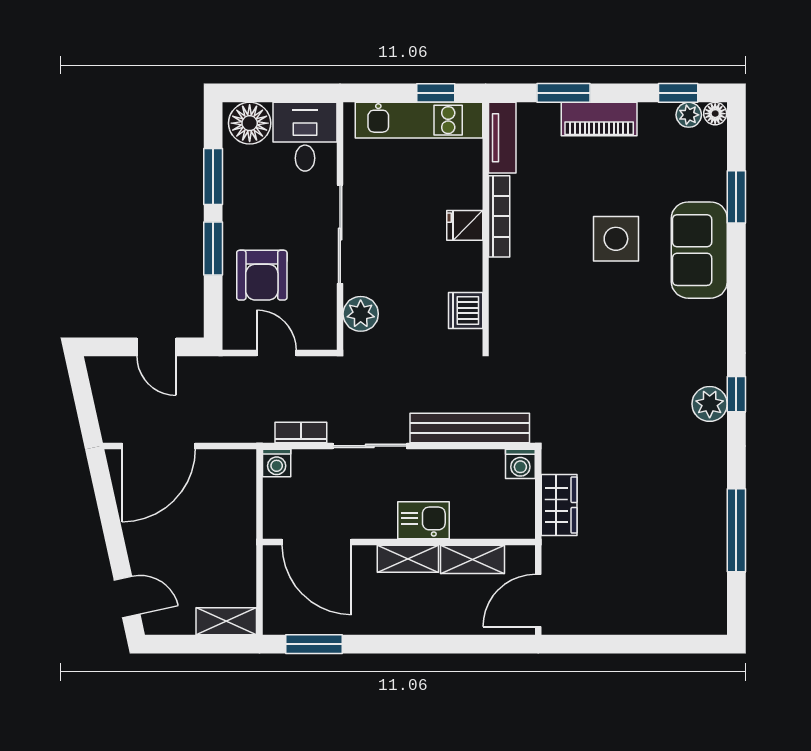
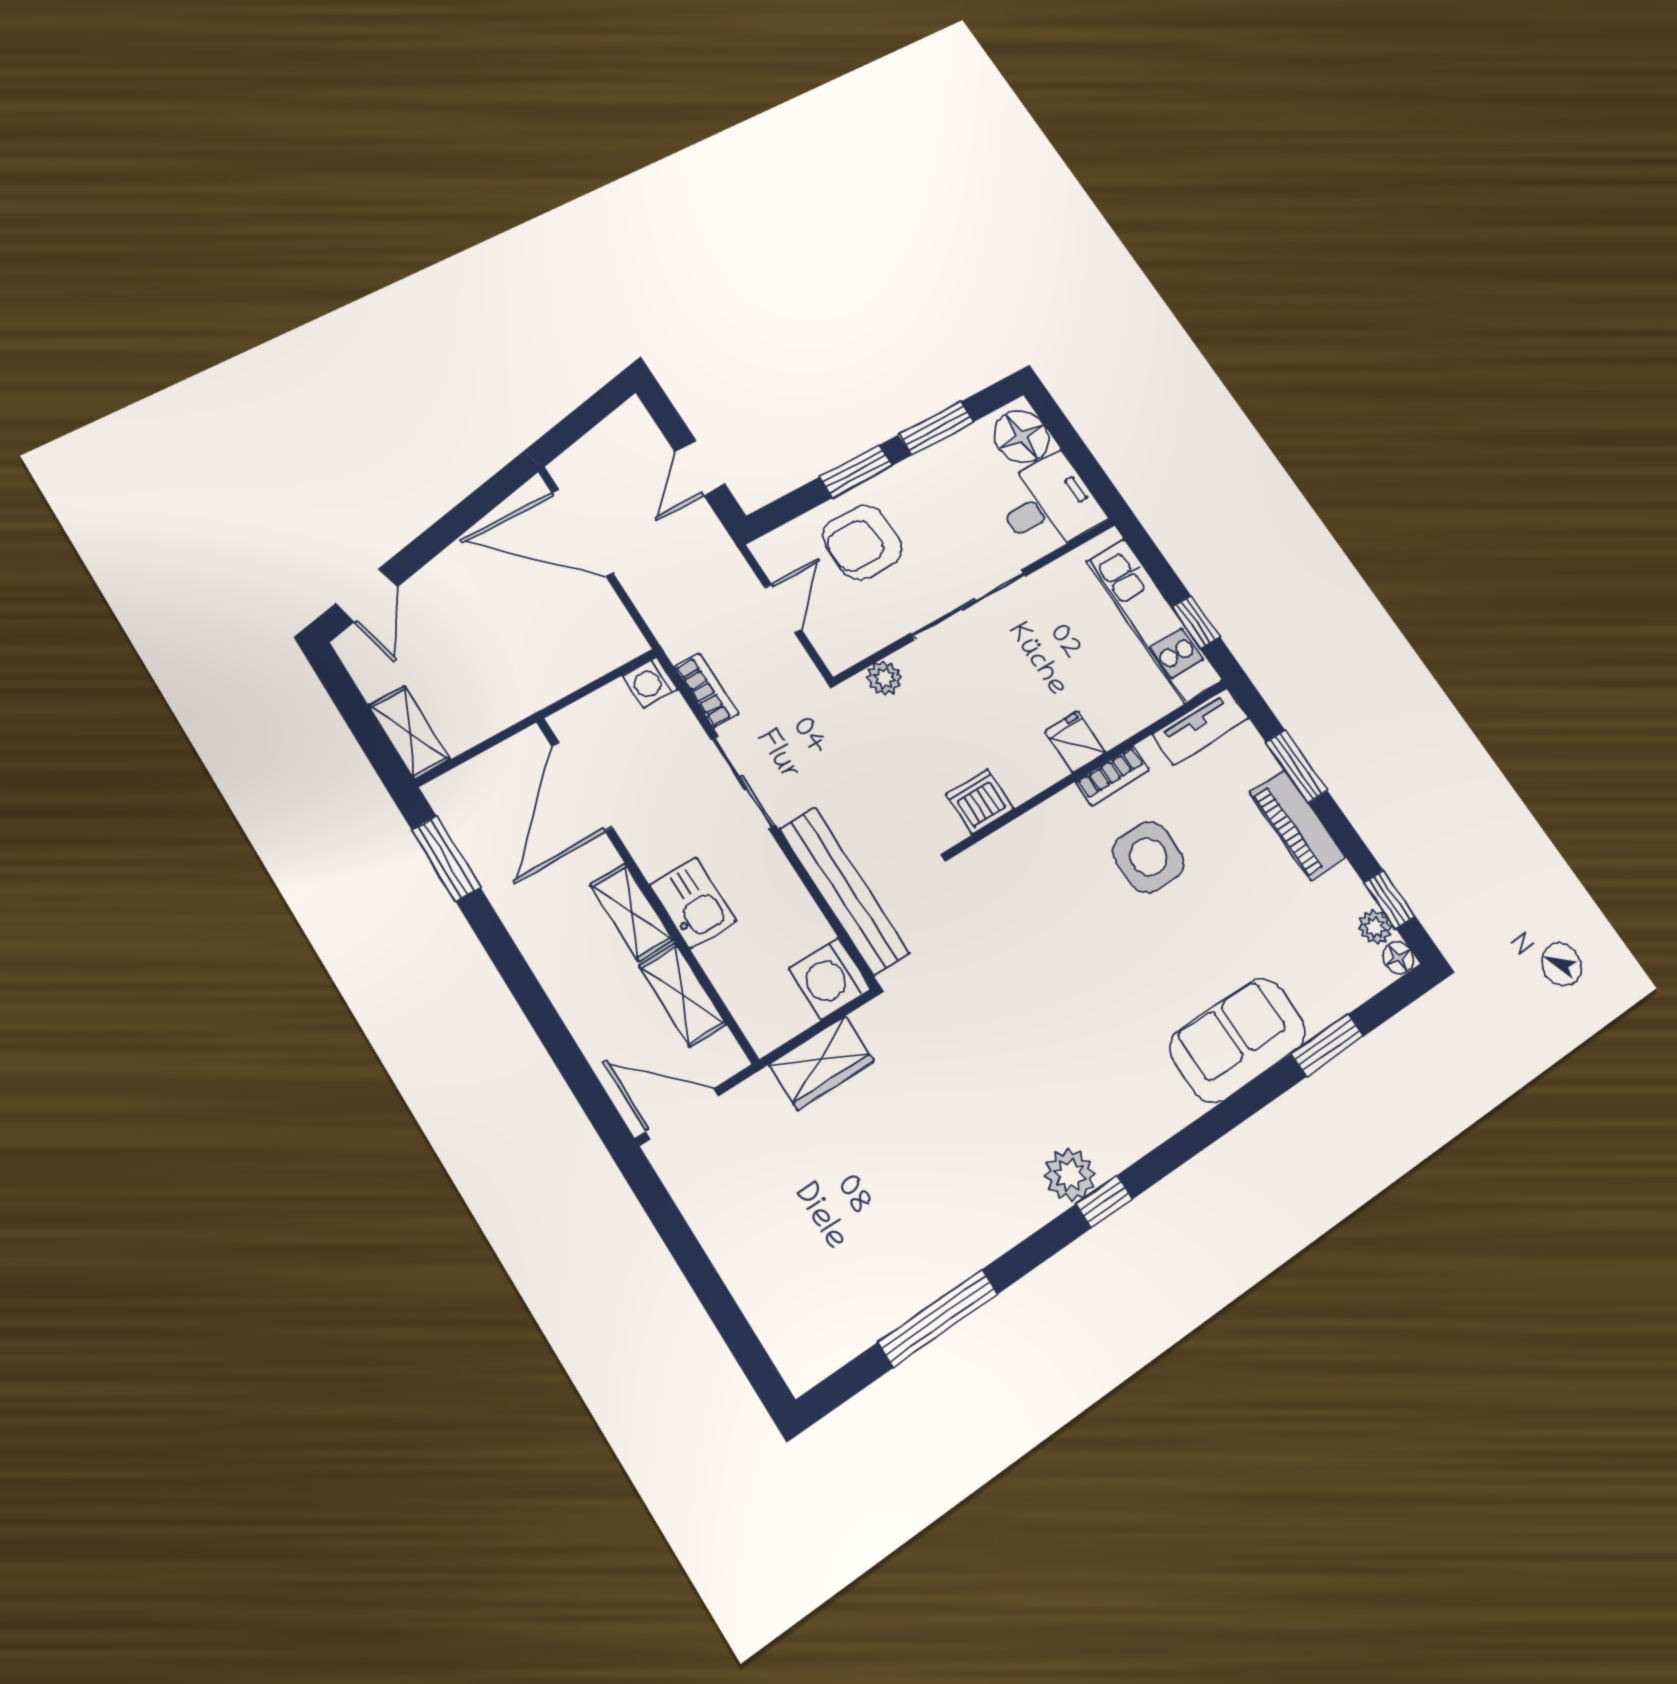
bookcase: (499, 216) -> (1113, 776), width x0.64
side table: (616, 239) -> (1148, 857), moved
plant: (361, 314) -> (884, 678), width x0.73, depth x0.73
washing machine: (520, 464) -> (830, 979), width x1.38, depth x1.38

